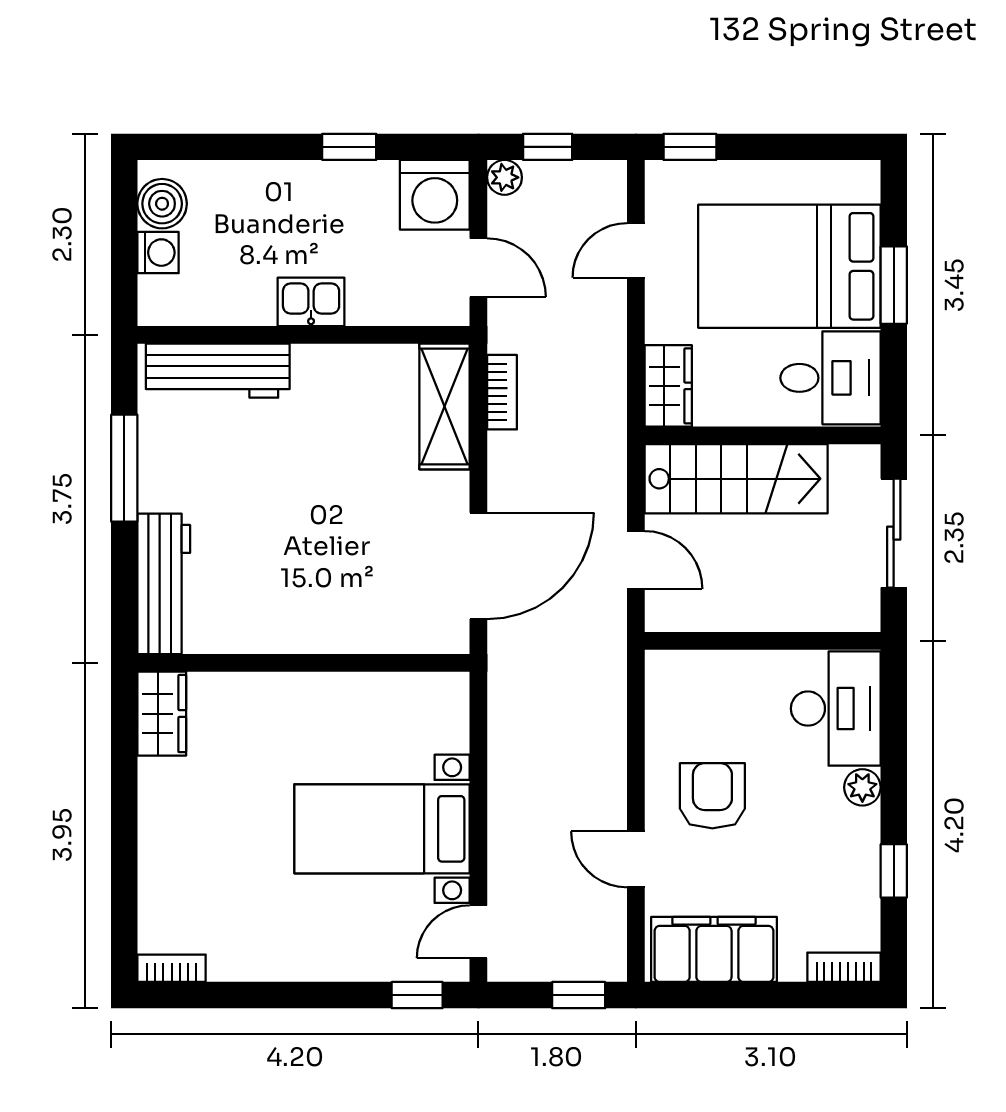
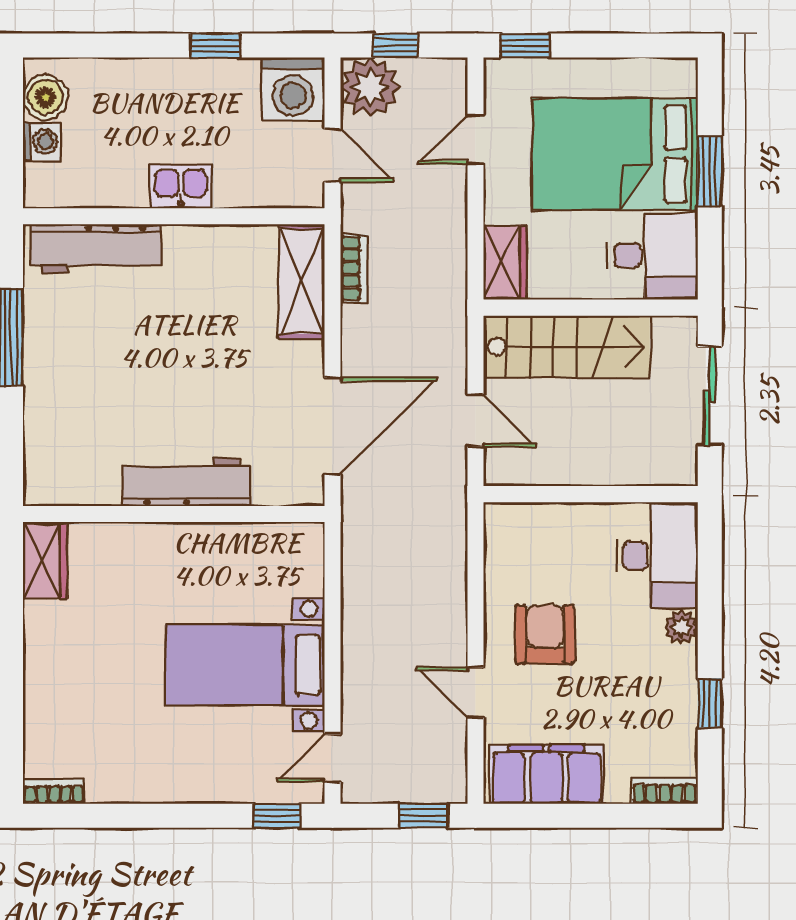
plant: (505, 177) -> (370, 87), width x1.87, depth x1.87
workbench: (164, 584) -> (186, 482), moved, turned -90

